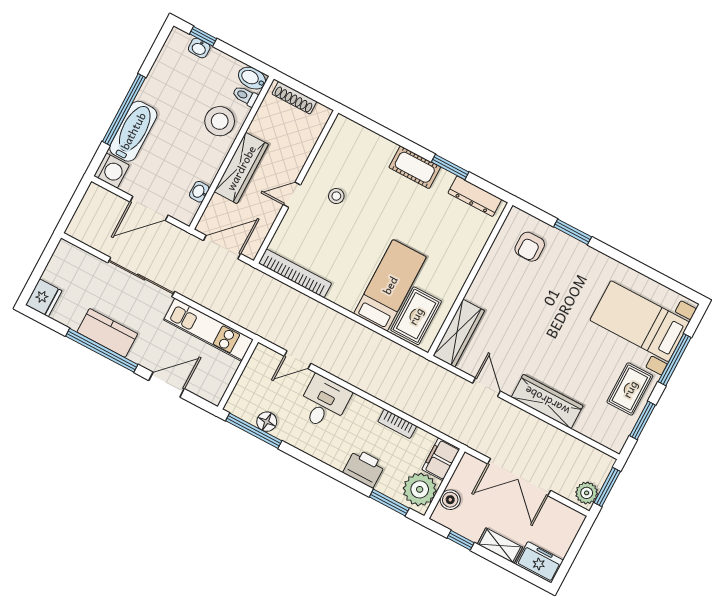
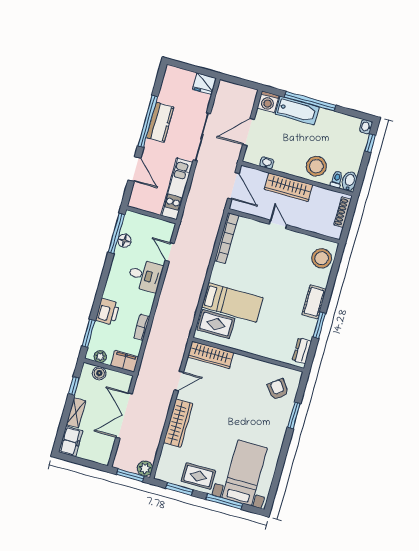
washbasin: (199, 48) -> (366, 127), moved
stool: (336, 196) -> (322, 258), moved, width x1.89, depth x1.89
dresser: (475, 196) -> (302, 351), width x0.70
door: (149, 208) -> (248, 132), hinge flipped
armchair: (530, 247) -> (278, 389), turned 53
fridge: (44, 298) -> (204, 84), moved
plant: (420, 489) -> (100, 357), width x0.53, depth x0.53
plant: (587, 493) -> (145, 468), moved

